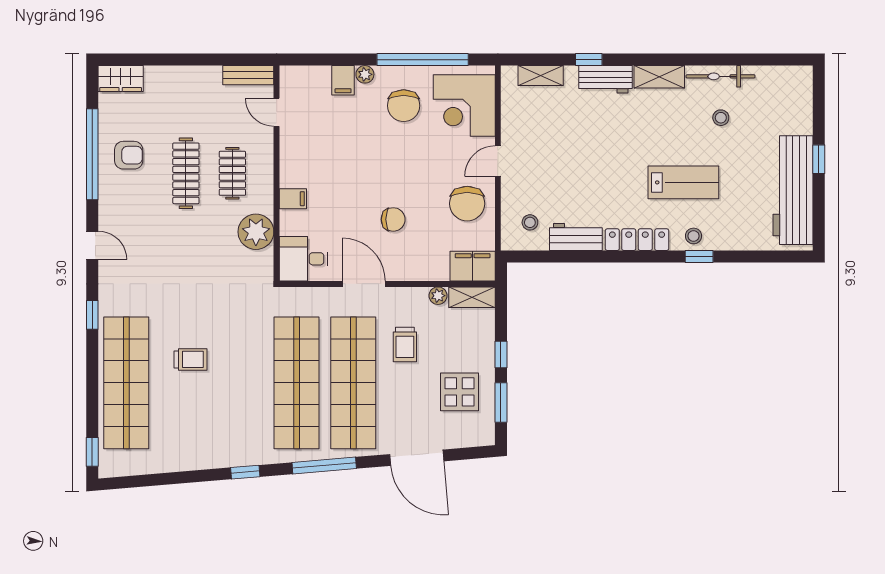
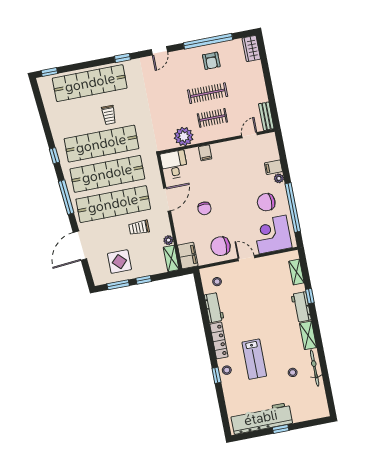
shop shelf: (240, 383) -> (101, 144), added

